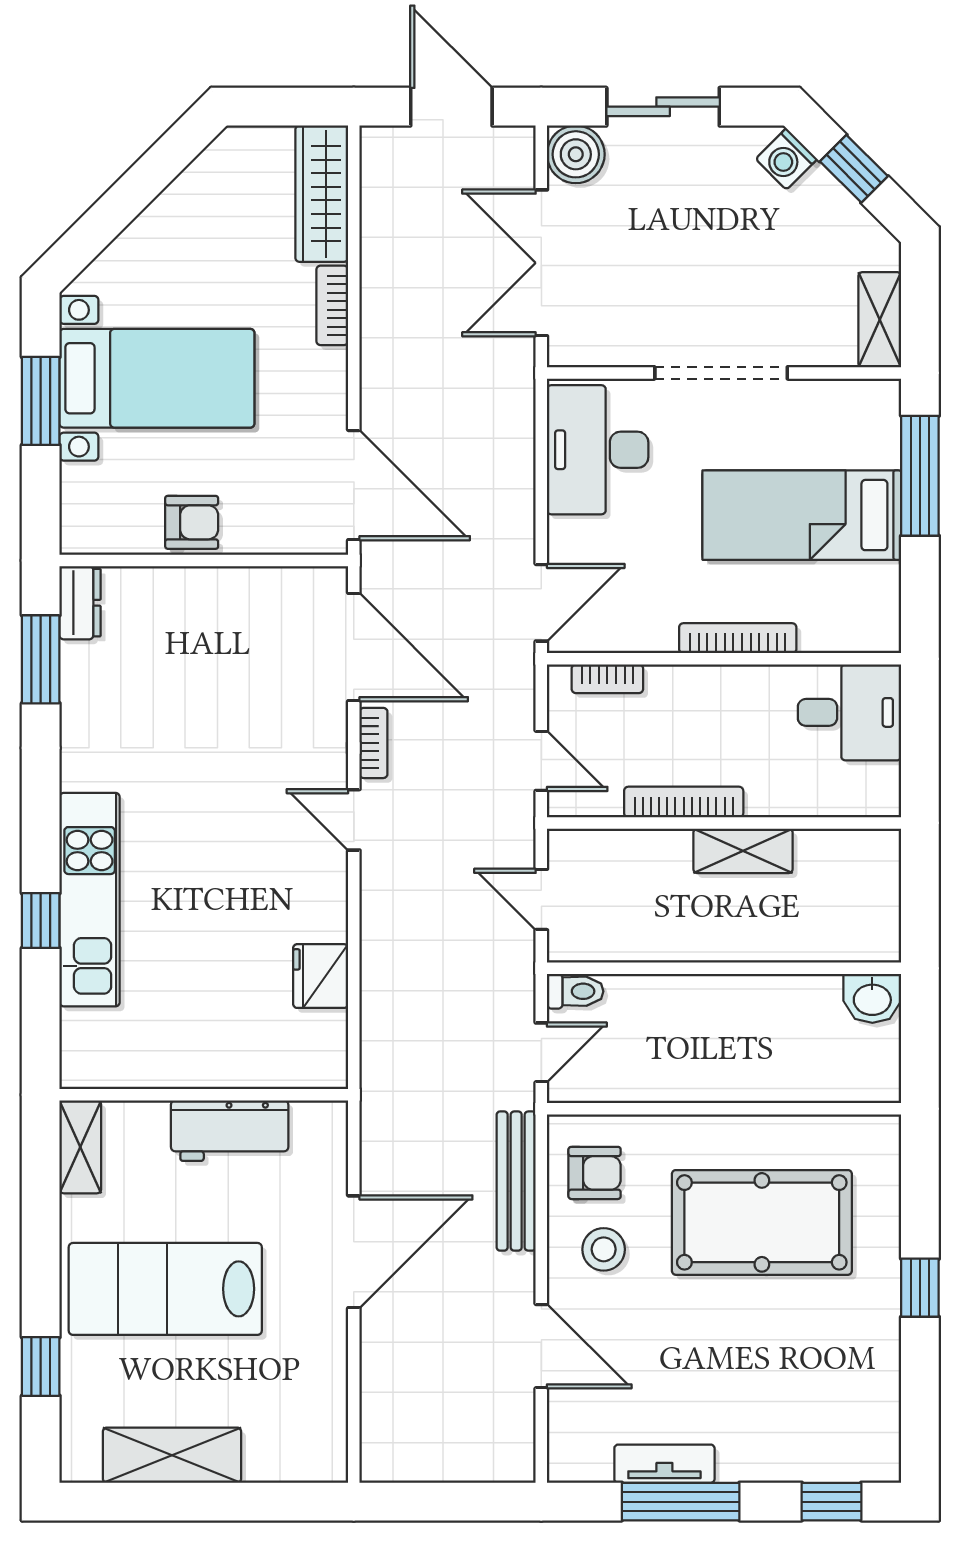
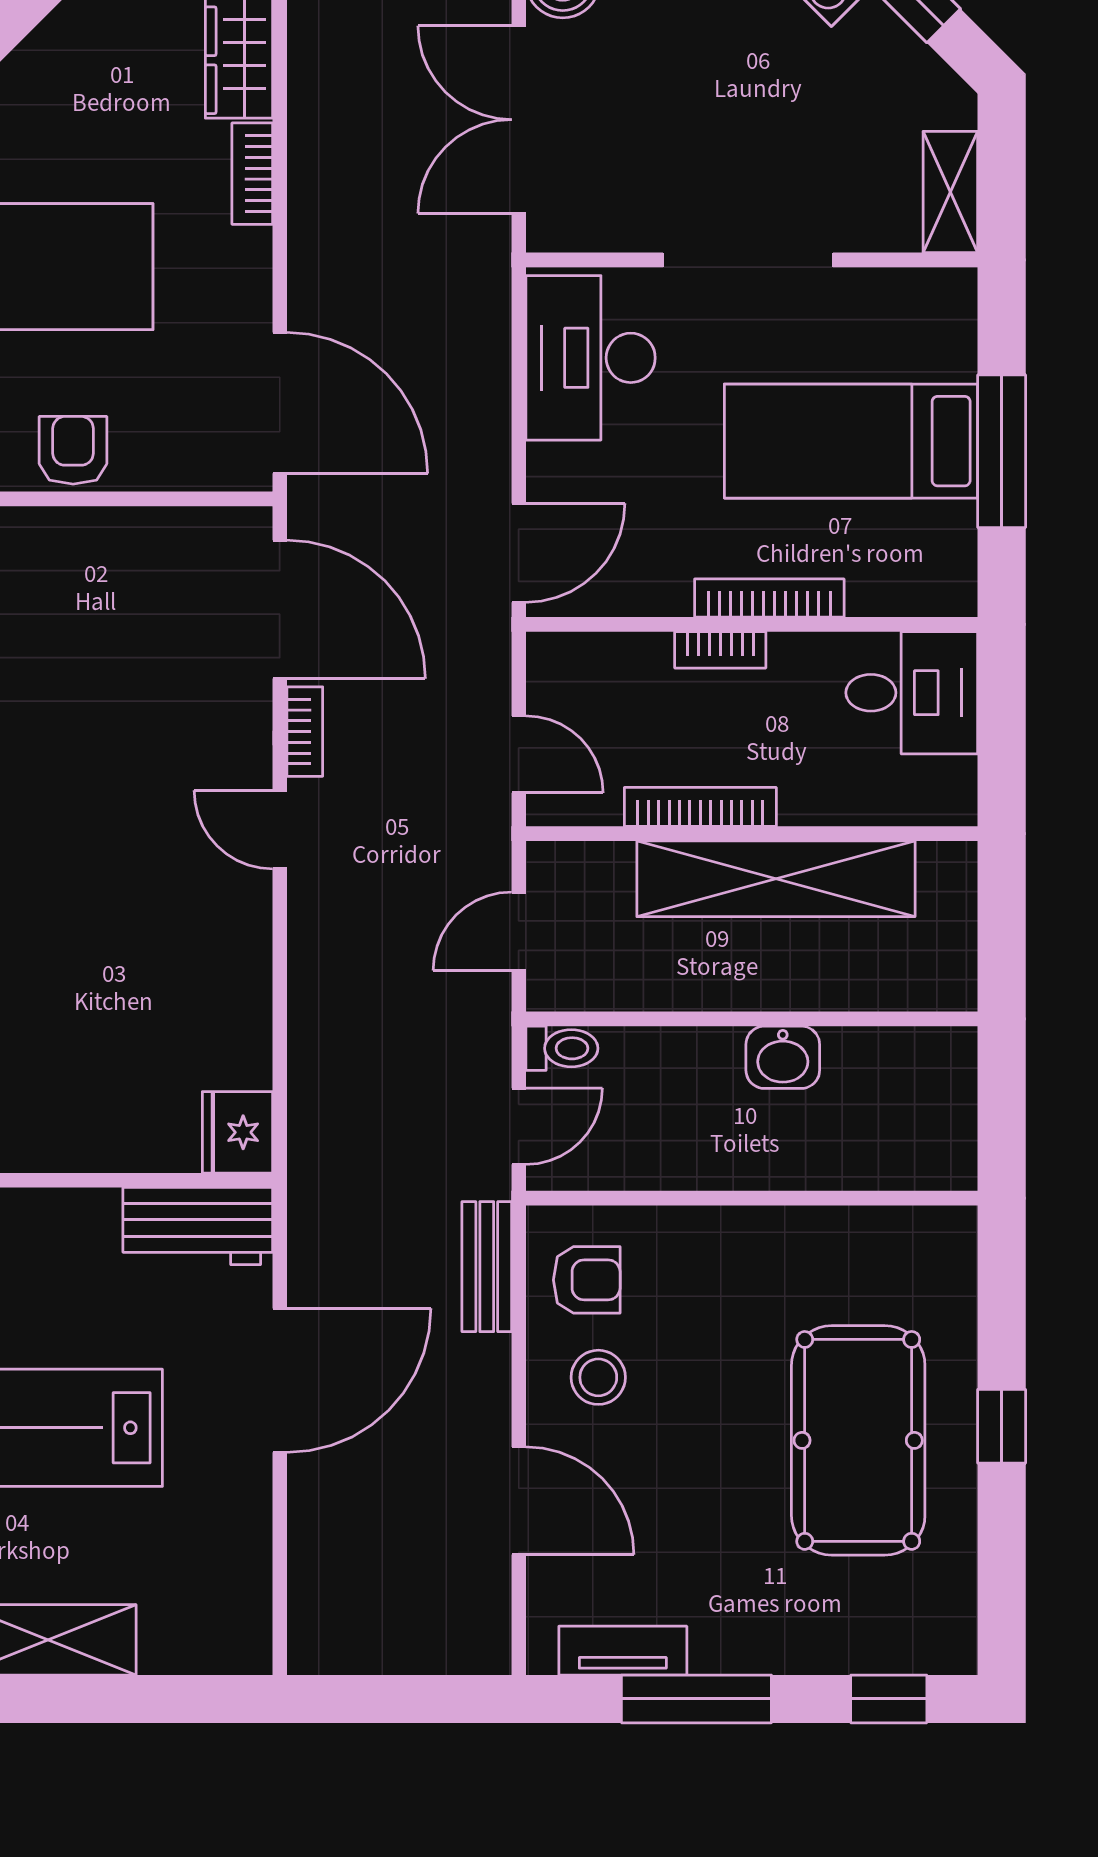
window: (920, 476) -> (1002, 451), moved
armchair: (192, 522) -> (73, 450), turned -90
bookcase: (607, 679) -> (720, 650), moved
shelving: (743, 851) -> (776, 879), width x2.20, depth x1.33
door: (541, 899) -> (519, 931), hinge flipped
fridge: (321, 976) -> (237, 1132), moved
washbasin: (872, 998) -> (783, 1057), moved
workbench: (230, 1131) -> (198, 1226), moved
bench: (516, 1181) -> (487, 1267), width x0.73
pool table: (762, 1222) -> (858, 1440), moved, turned 90
tv unit: (664, 1464) -> (623, 1651), moved

